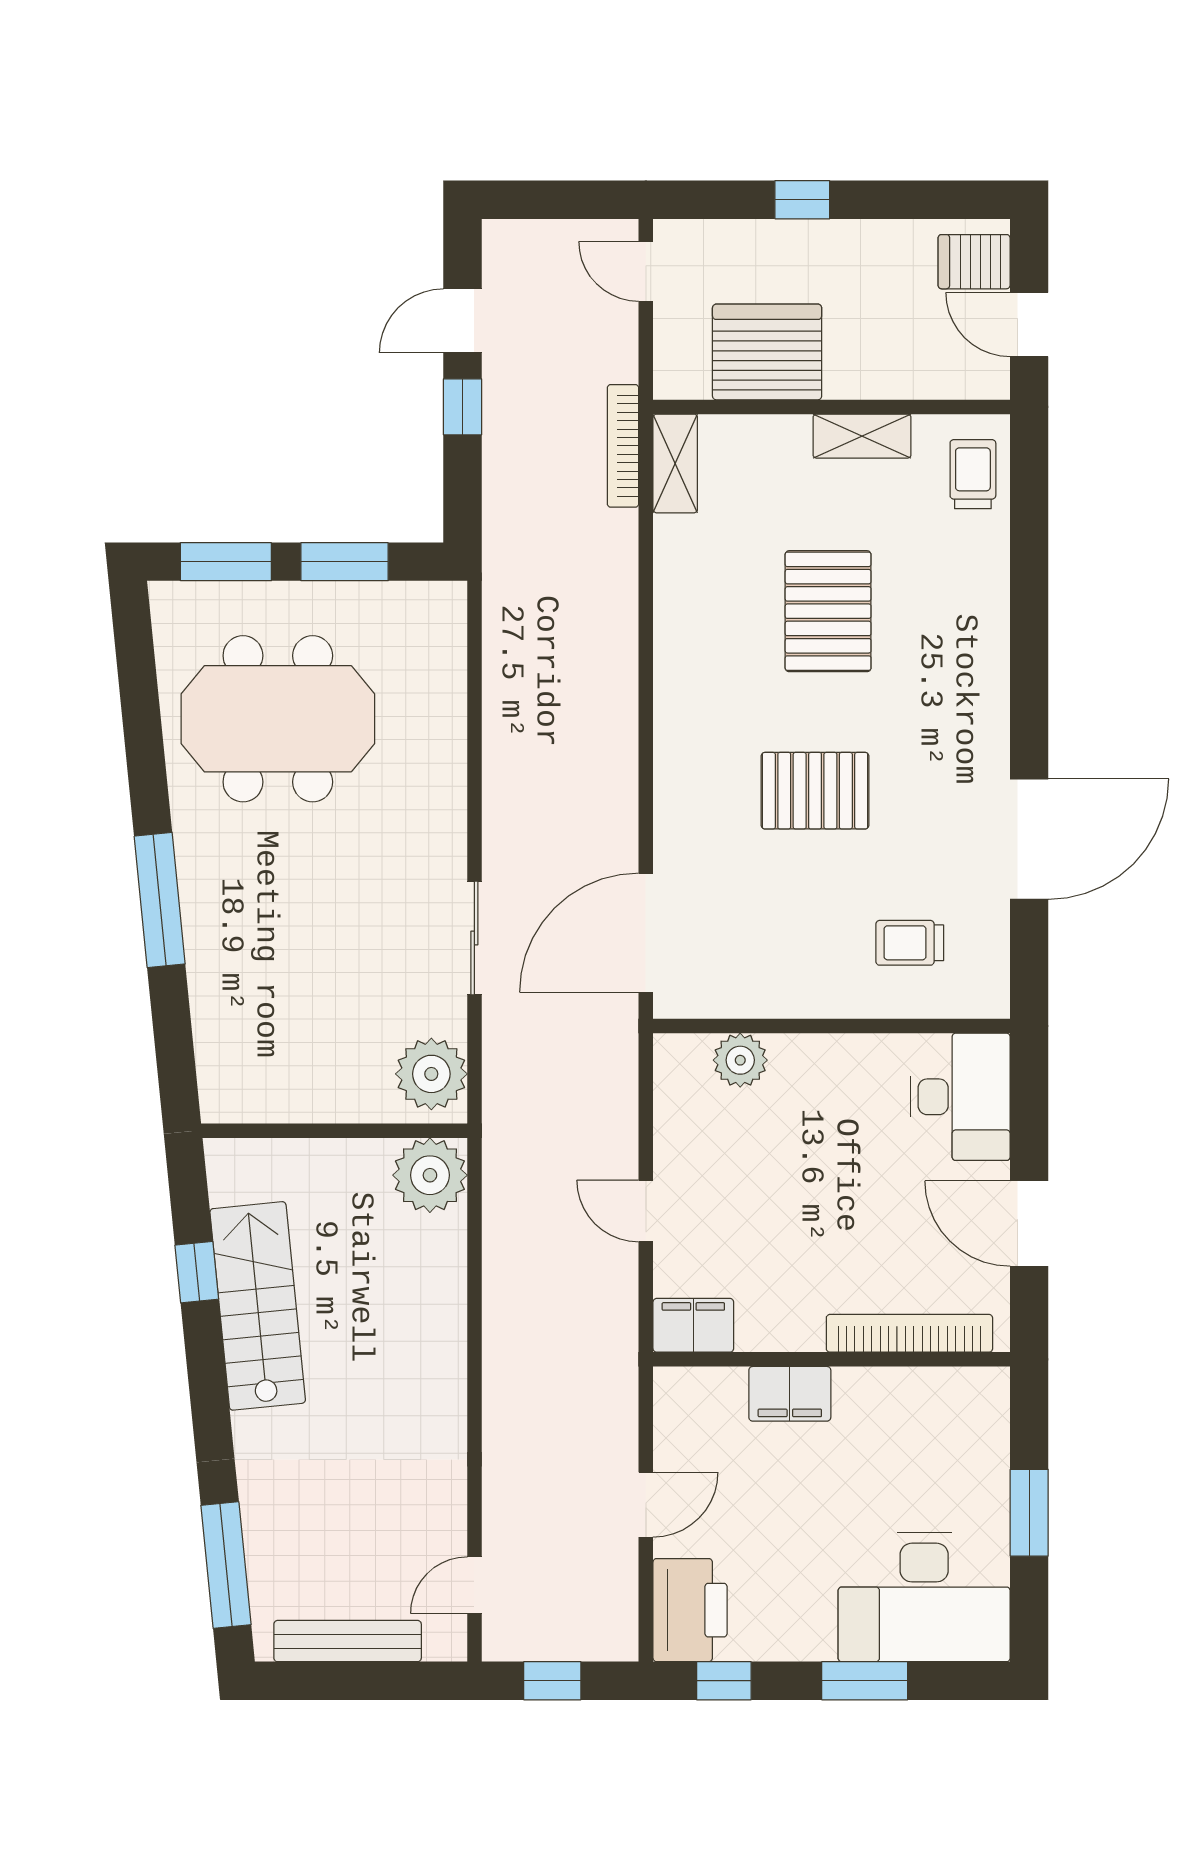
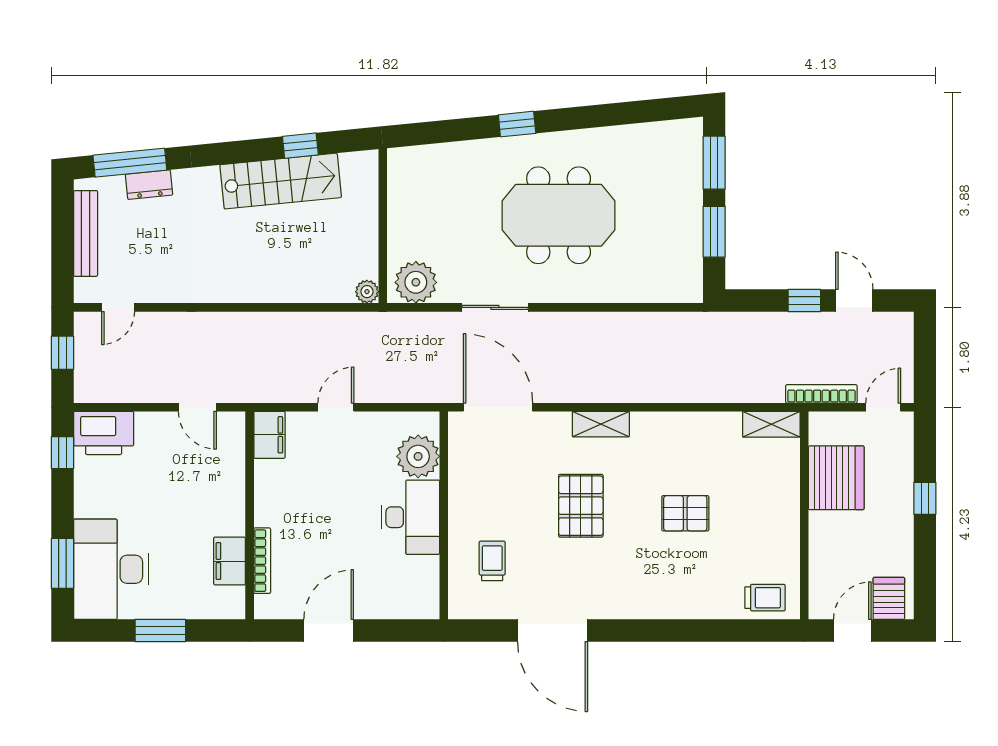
shelving: (862, 436) -> (601, 424), moved, turned 90
bookcase: (623, 446) -> (821, 394), moved
pallet: (828, 611) -> (685, 513), width x0.67, depth x0.71
meeting table: (278, 719) -> (559, 215), moved, turned 90
window: (160, 900) -> (517, 124), width x0.46
plant: (740, 1060) -> (418, 456), width x1.36, depth x1.36
desk: (960, 1097) -> (410, 517), moved, turned -90
plant: (430, 1175) -> (367, 292), width x0.53, depth x0.53
bookcase: (909, 1333) -> (262, 561), width x0.68, depth x0.76
filing cabinet: (790, 1394) -> (230, 561), moved
door: (646, 1505) -> (197, 407), moved
dresser: (264, 1532) -> (149, 185), added
door: (474, 1585) -> (118, 307), swing flipped
window: (865, 1681) -> (62, 563), moved

